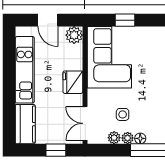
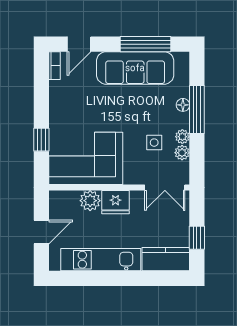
plant: (74, 35) -> (90, 201), moved
floor lamp: (140, 138) -> (183, 105), moved
window: (56, 150) -> (197, 238), moved

